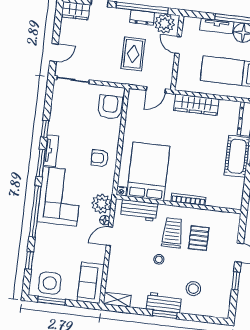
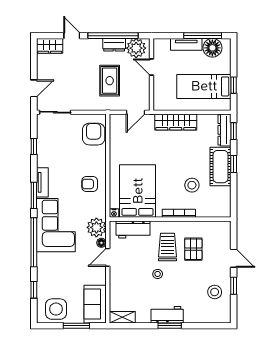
window: (45, 129) -> (34, 146), moved
stool: (205, 172) -> (192, 185), added
stool: (193, 289) -> (215, 292), moved
window: (51, 301) -> (76, 326), moved

